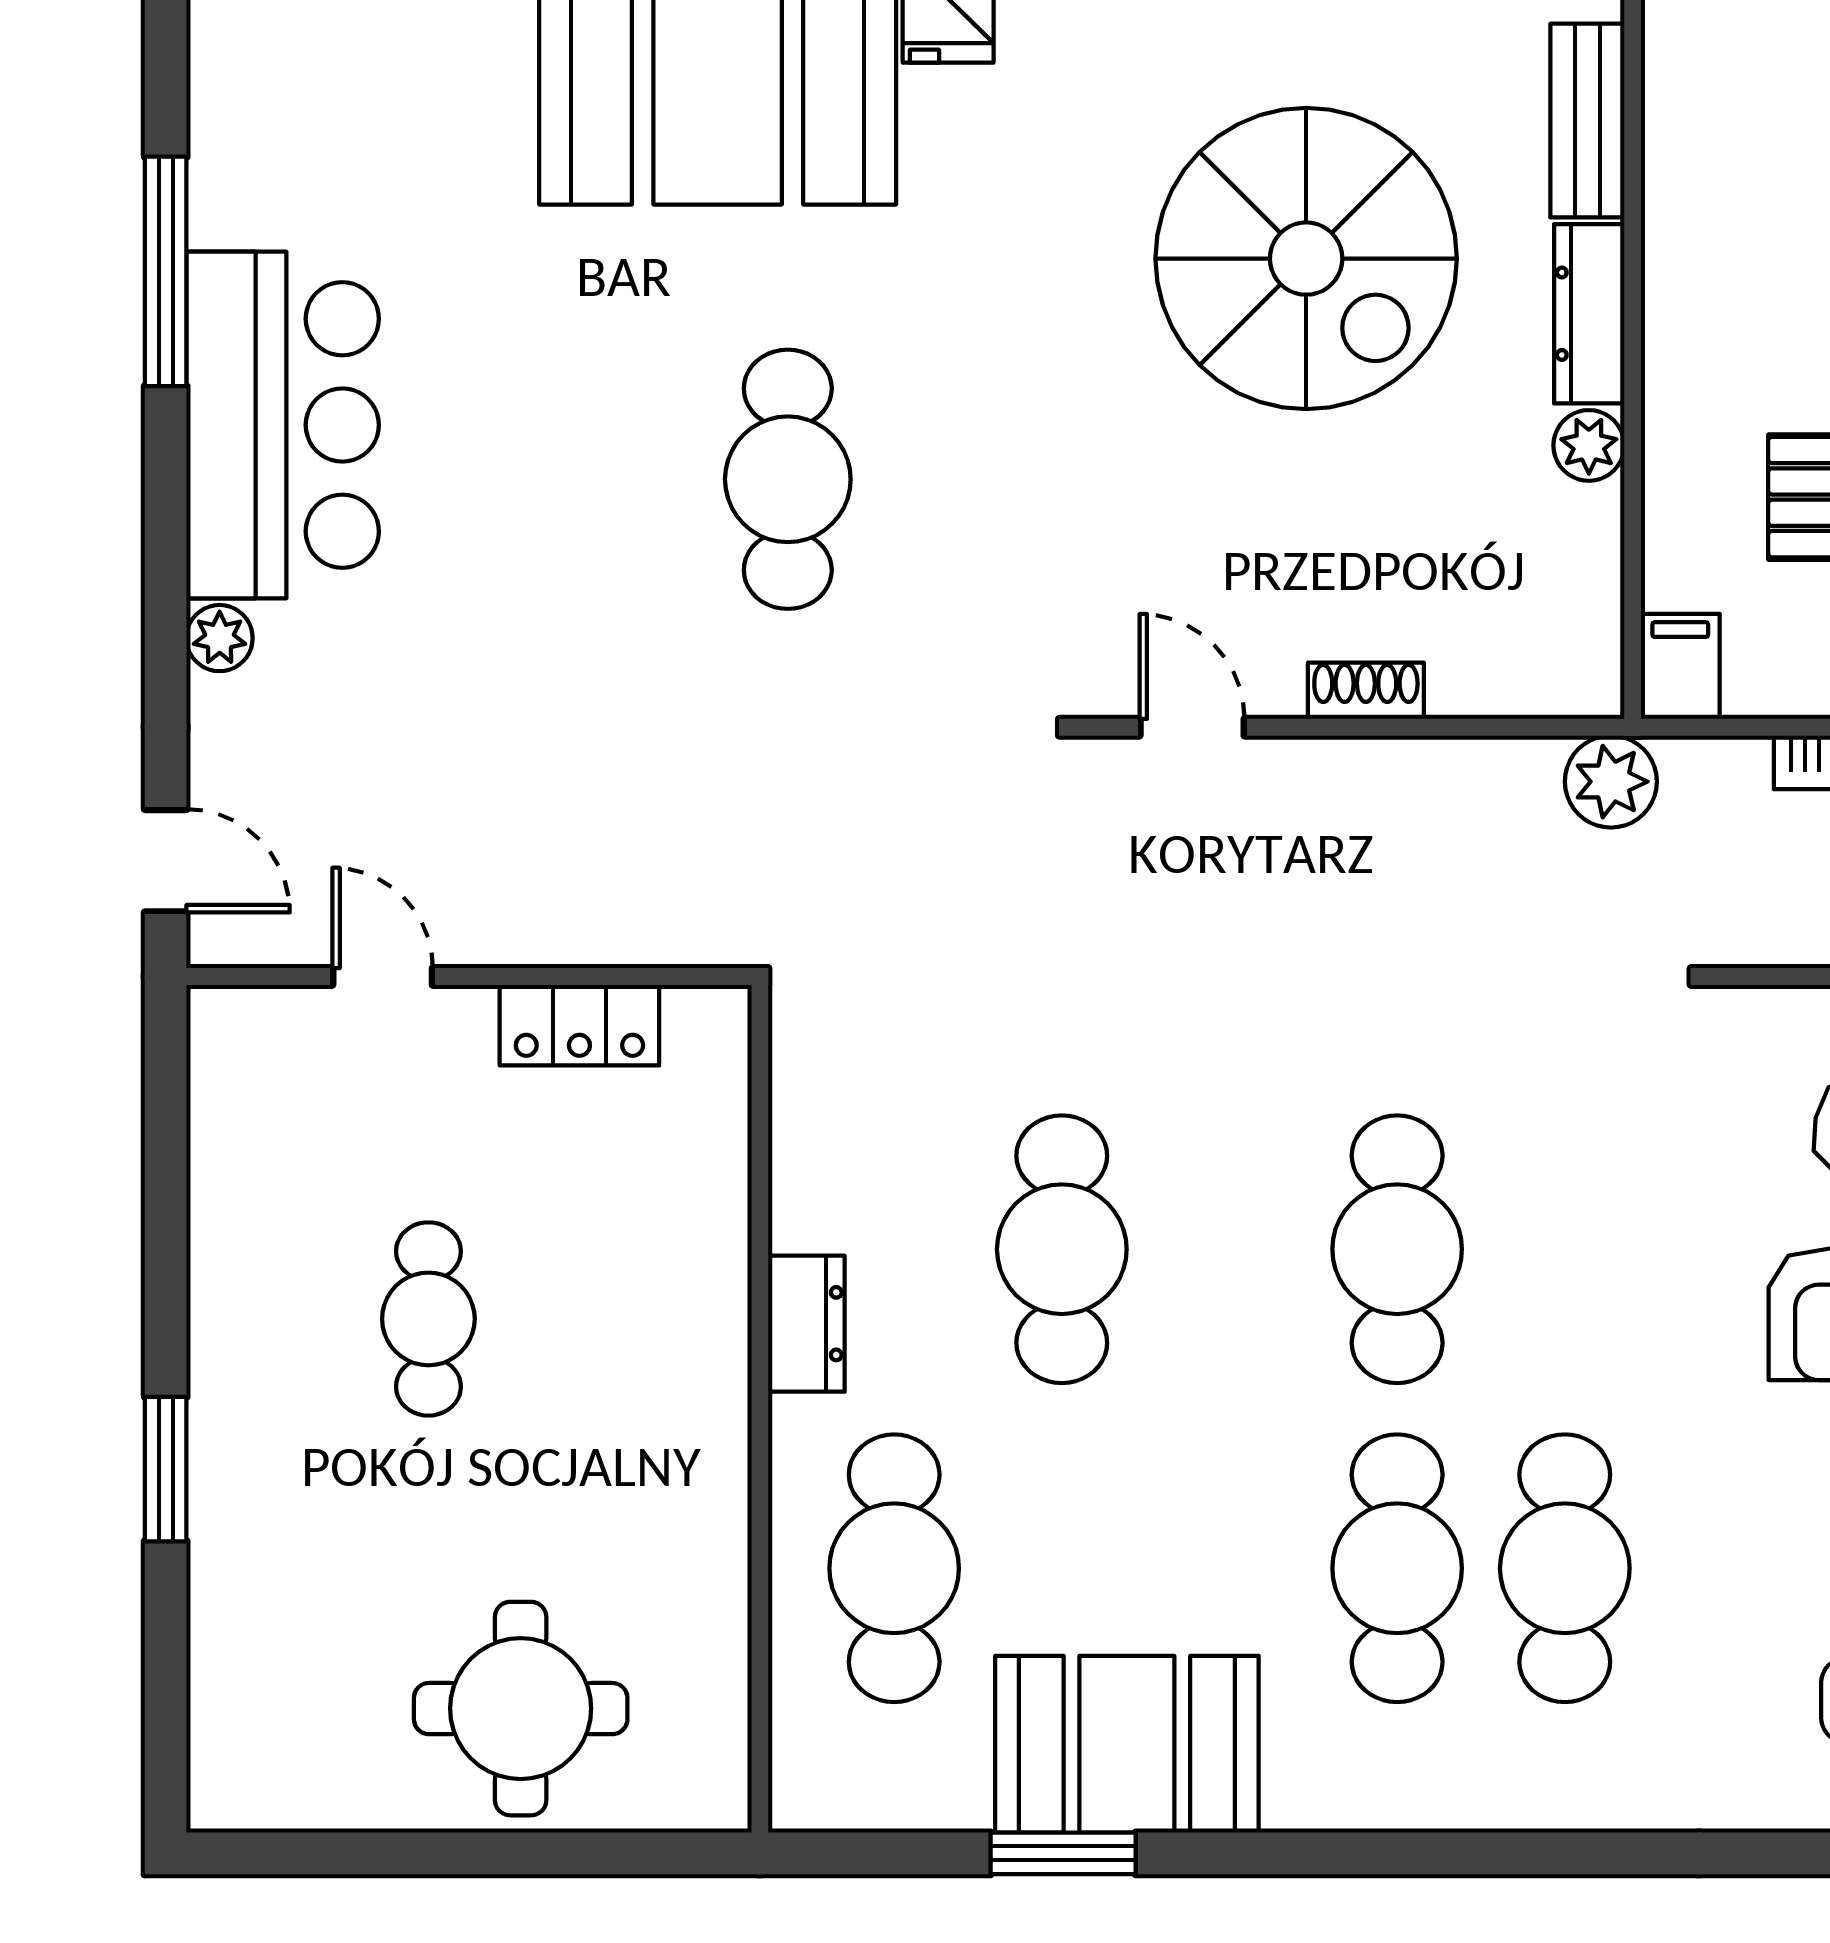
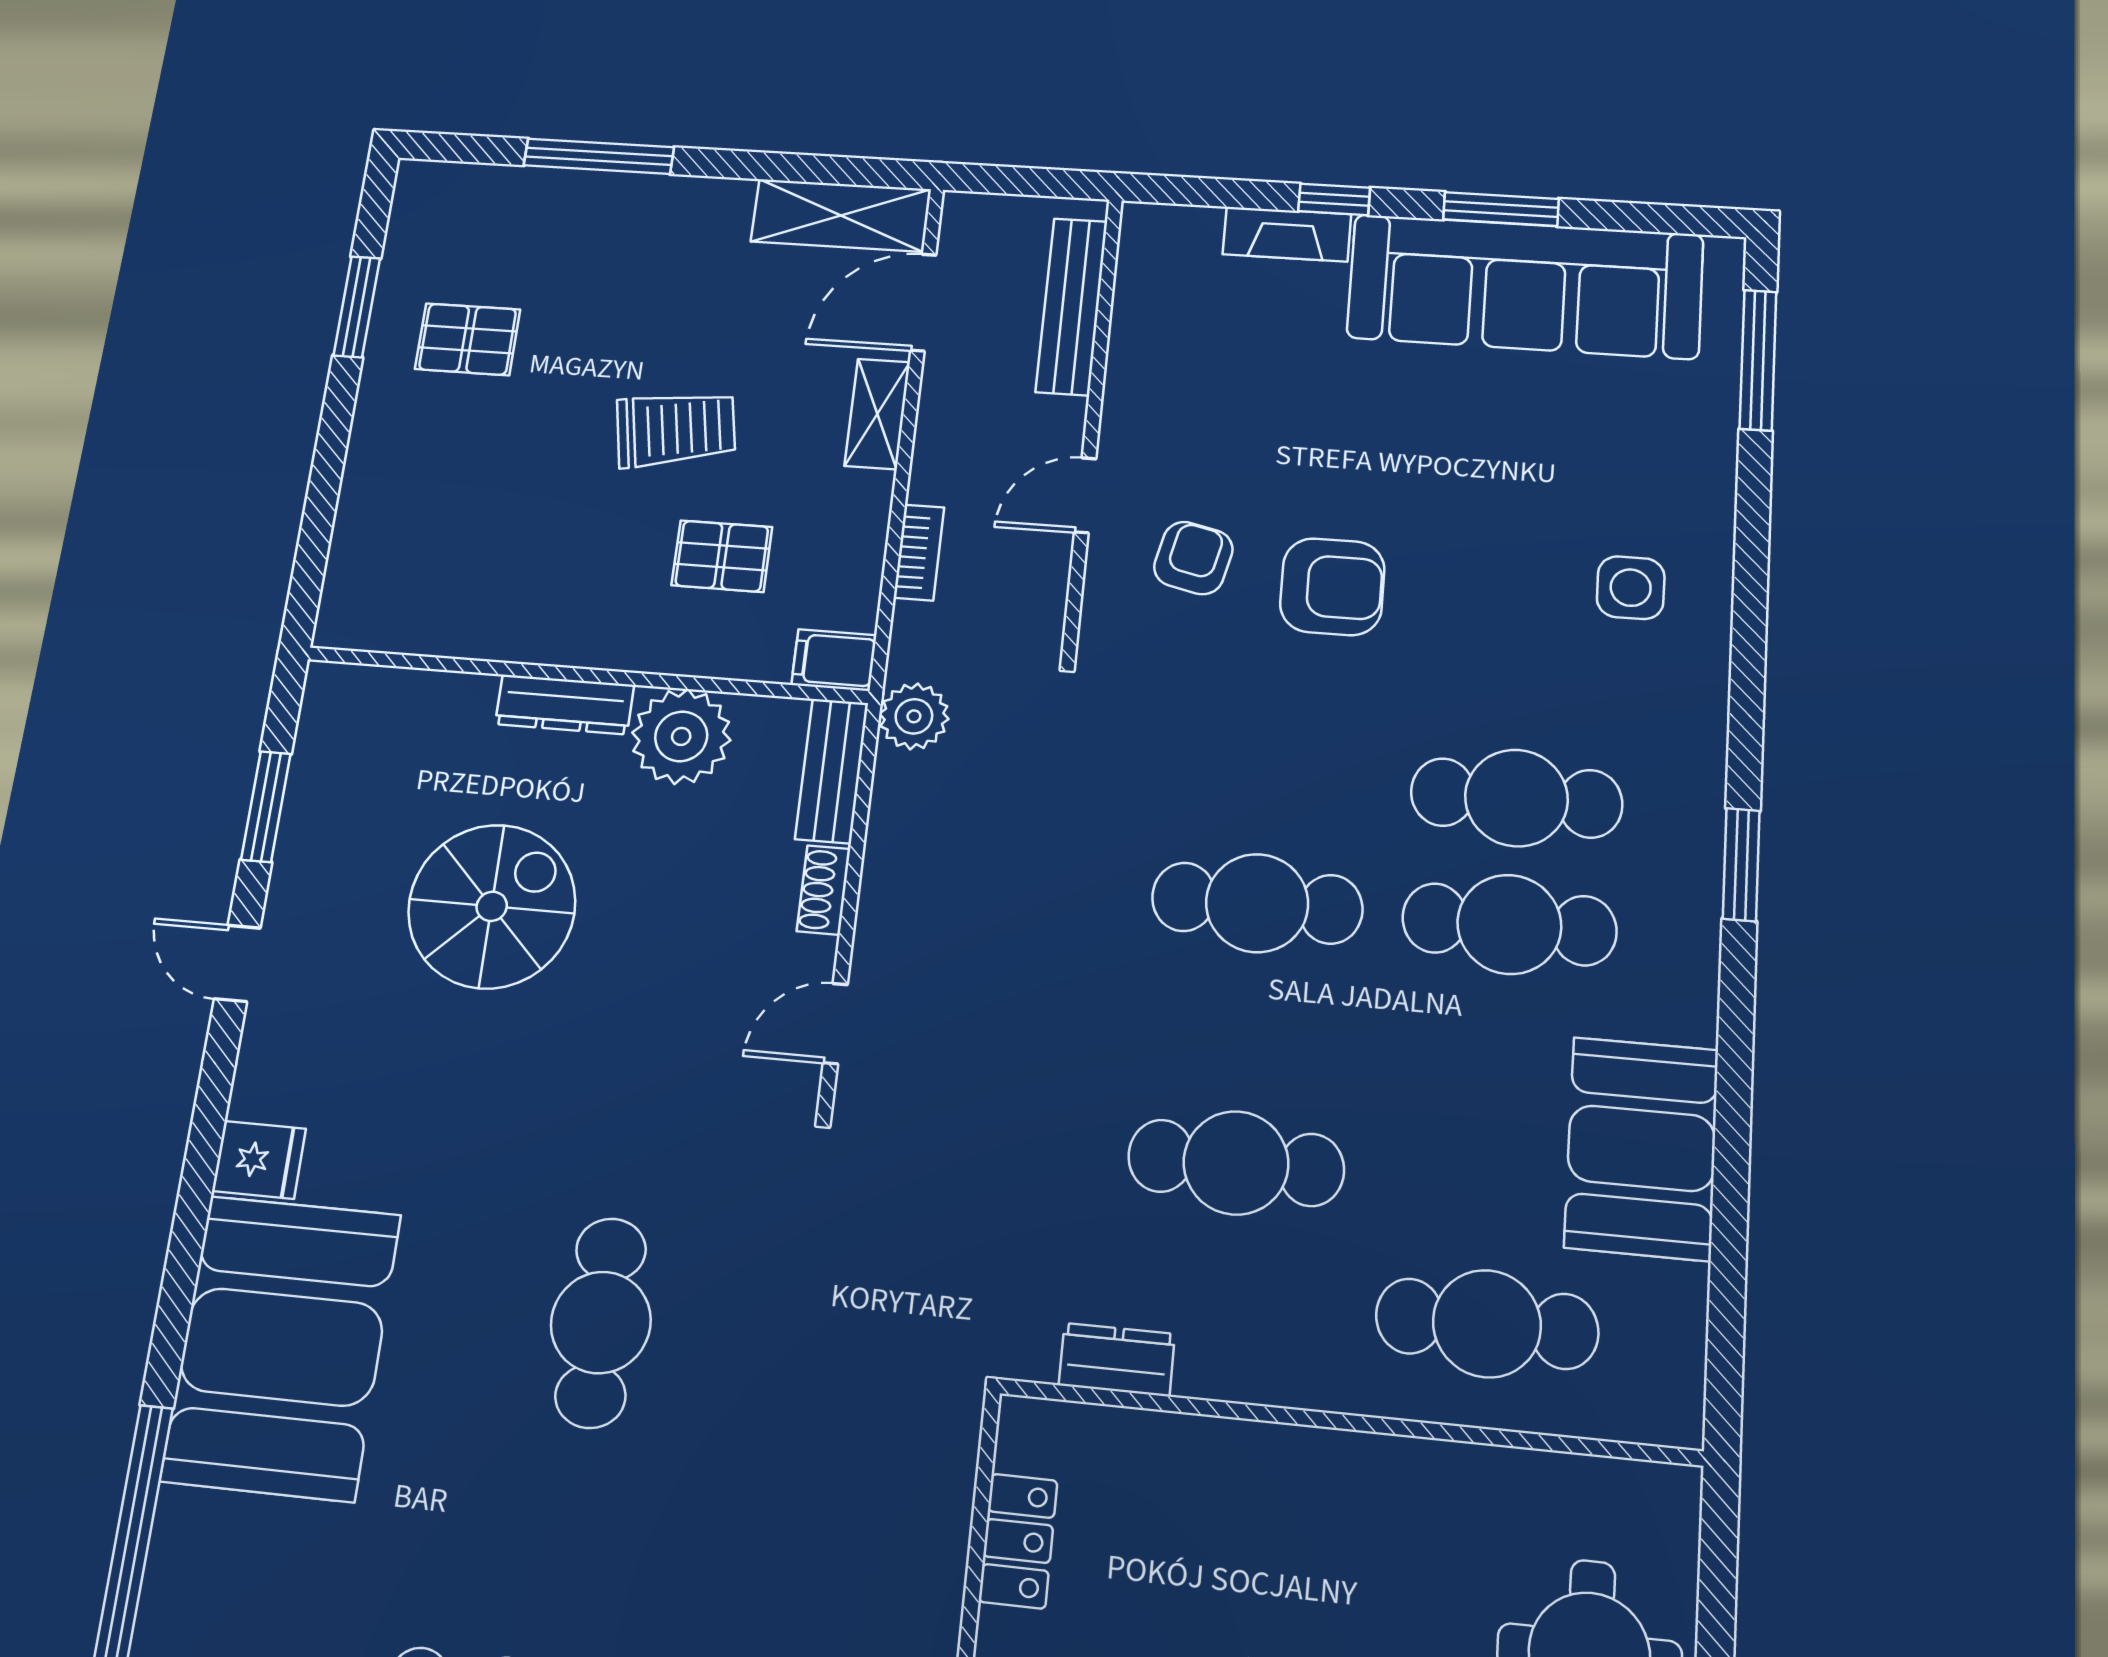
bench: (1587, 121) -> (832, 771), moved, turned 90
spiral stairs: (1306, 259) -> (492, 906), width x0.73, depth x0.73
plant: (1589, 445) -> (681, 736), width x1.88, depth x1.88
cafe table: (788, 479) -> (601, 1322), turned 90
dresser: (806, 1324) -> (1117, 1360), moved
window: (1063, 1853) -> (1741, 865), moved

